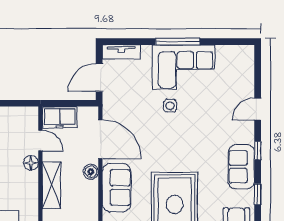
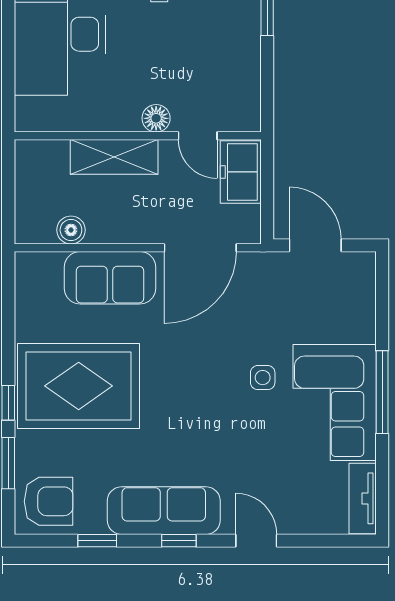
tv unit: (121, 52) -> (363, 498), moved
door: (40, 141) -> (198, 136), hinge flipped
sofa: (241, 167) -> (164, 511), width x1.36
boiler: (91, 172) -> (71, 230), moved

